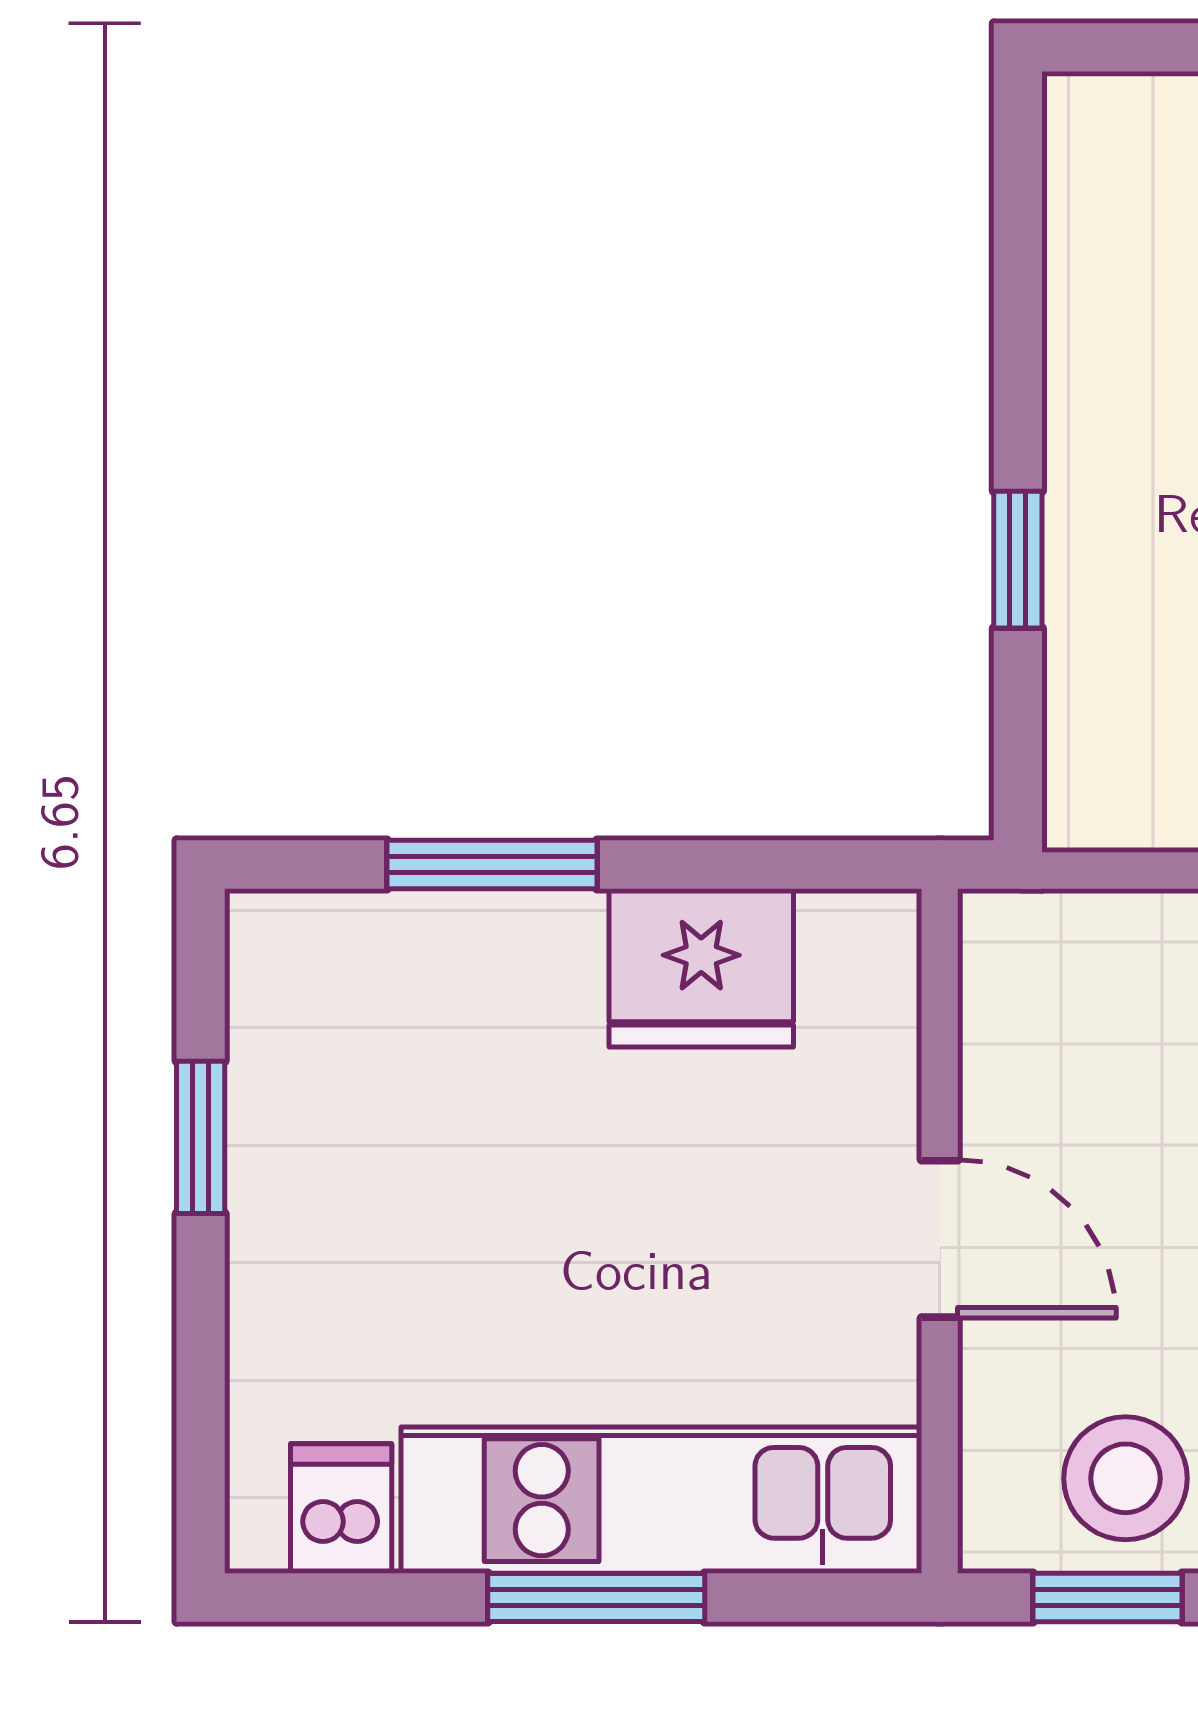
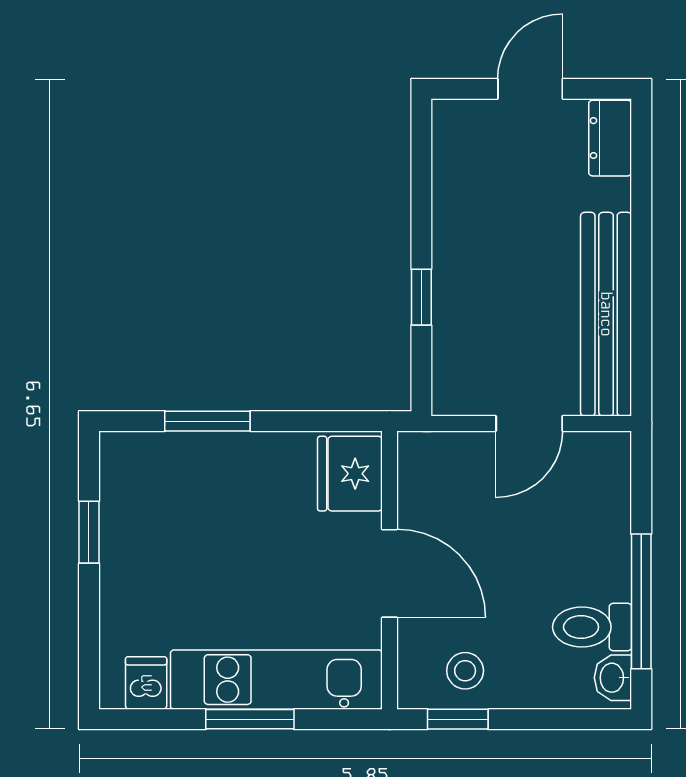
fridge: (701, 968) -> (350, 474), moved, turned 90
door: (940, 1239) -> (390, 573), width x1.37
stool: (1125, 1478) -> (465, 671), width x0.73, depth x0.73

